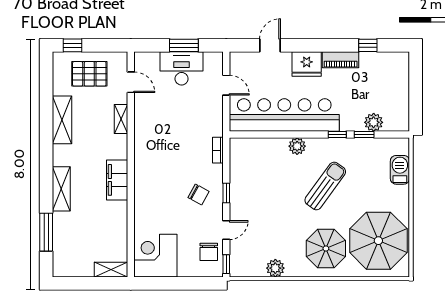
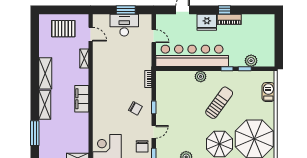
window: (72, 45) -> (52, 10), removed
window: (368, 45) -> (225, 10), moved
shelving: (62, 120) -> (45, 73), moved

